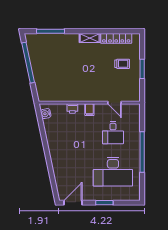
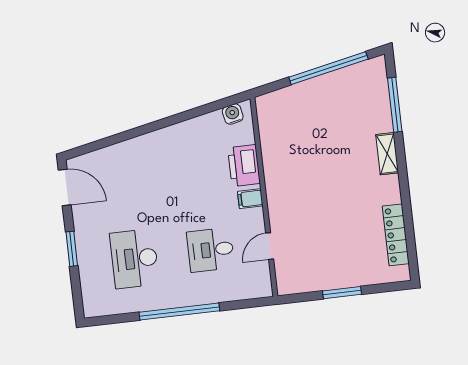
shelving: (90, 38) -> (387, 154), moved
trolley: (122, 64) -> (347, 252), removed
printer: (72, 109) -> (244, 166), width x1.87, depth x1.48
desk: (113, 172) -> (134, 259), width x0.73, depth x0.77

